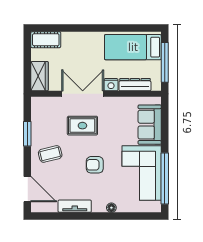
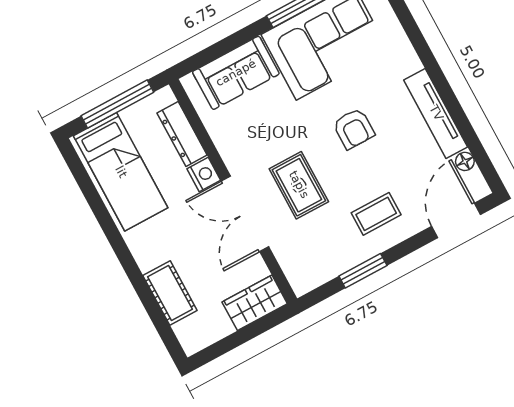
cot: (46, 40) -> (170, 293), moved
coffee table: (50, 154) -> (376, 214), turned -76
tv unit: (75, 206) -> (436, 113), width x1.41
floor lamp: (111, 208) -> (465, 161), moved

